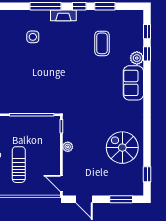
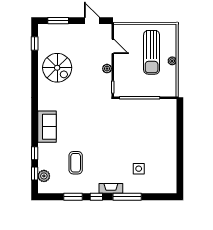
plant: (137, 58) -> (44, 176), moved
sun lounger: (19, 165) -> (152, 52), width x1.36, depth x1.34
door: (61, 183) -> (113, 46), moved

